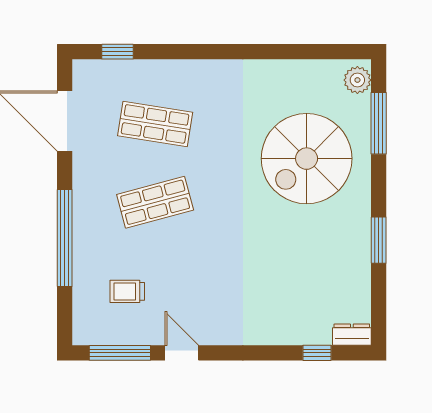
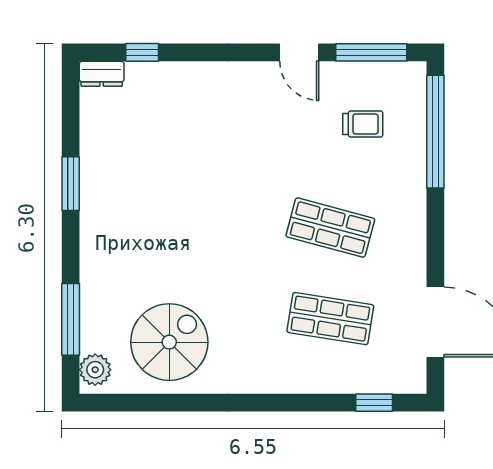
spiral stairs: (307, 159) -> (169, 342), moved, width x0.73, depth x0.73
shop shelf: (155, 202) -> (330, 228), turned 30
window: (65, 238) -> (435, 132), moved

